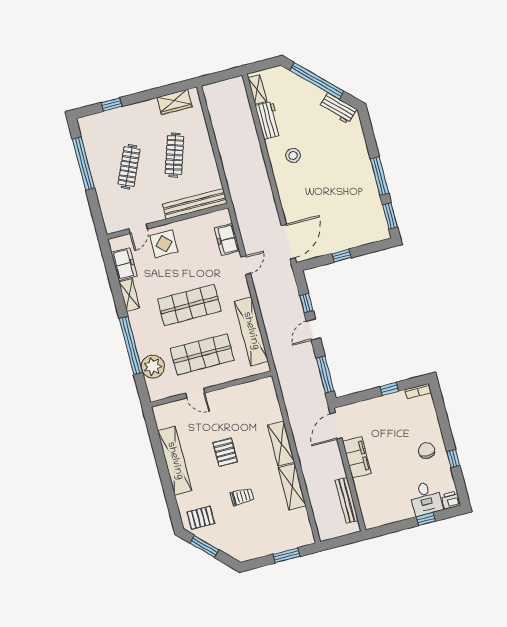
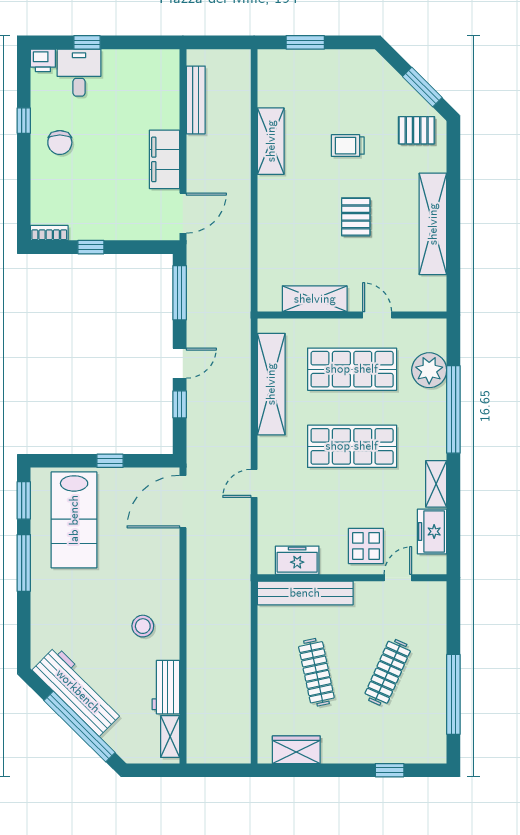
workbench: (338, 108) -> (78, 691), width x1.88, depth x1.32
clothes rail: (175, 155) -> (316, 672), turned -30
lab bench: (355, 212) -> (74, 520), added
freezer: (227, 239) -> (297, 560), moved, turned -90
shelving: (281, 443) -> (315, 299), moved, turned 90

